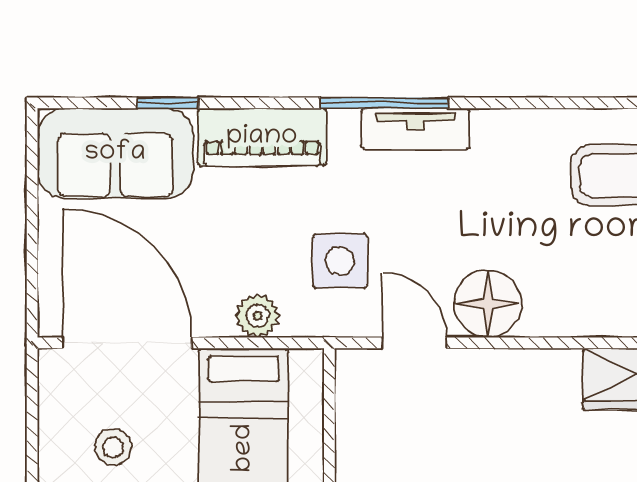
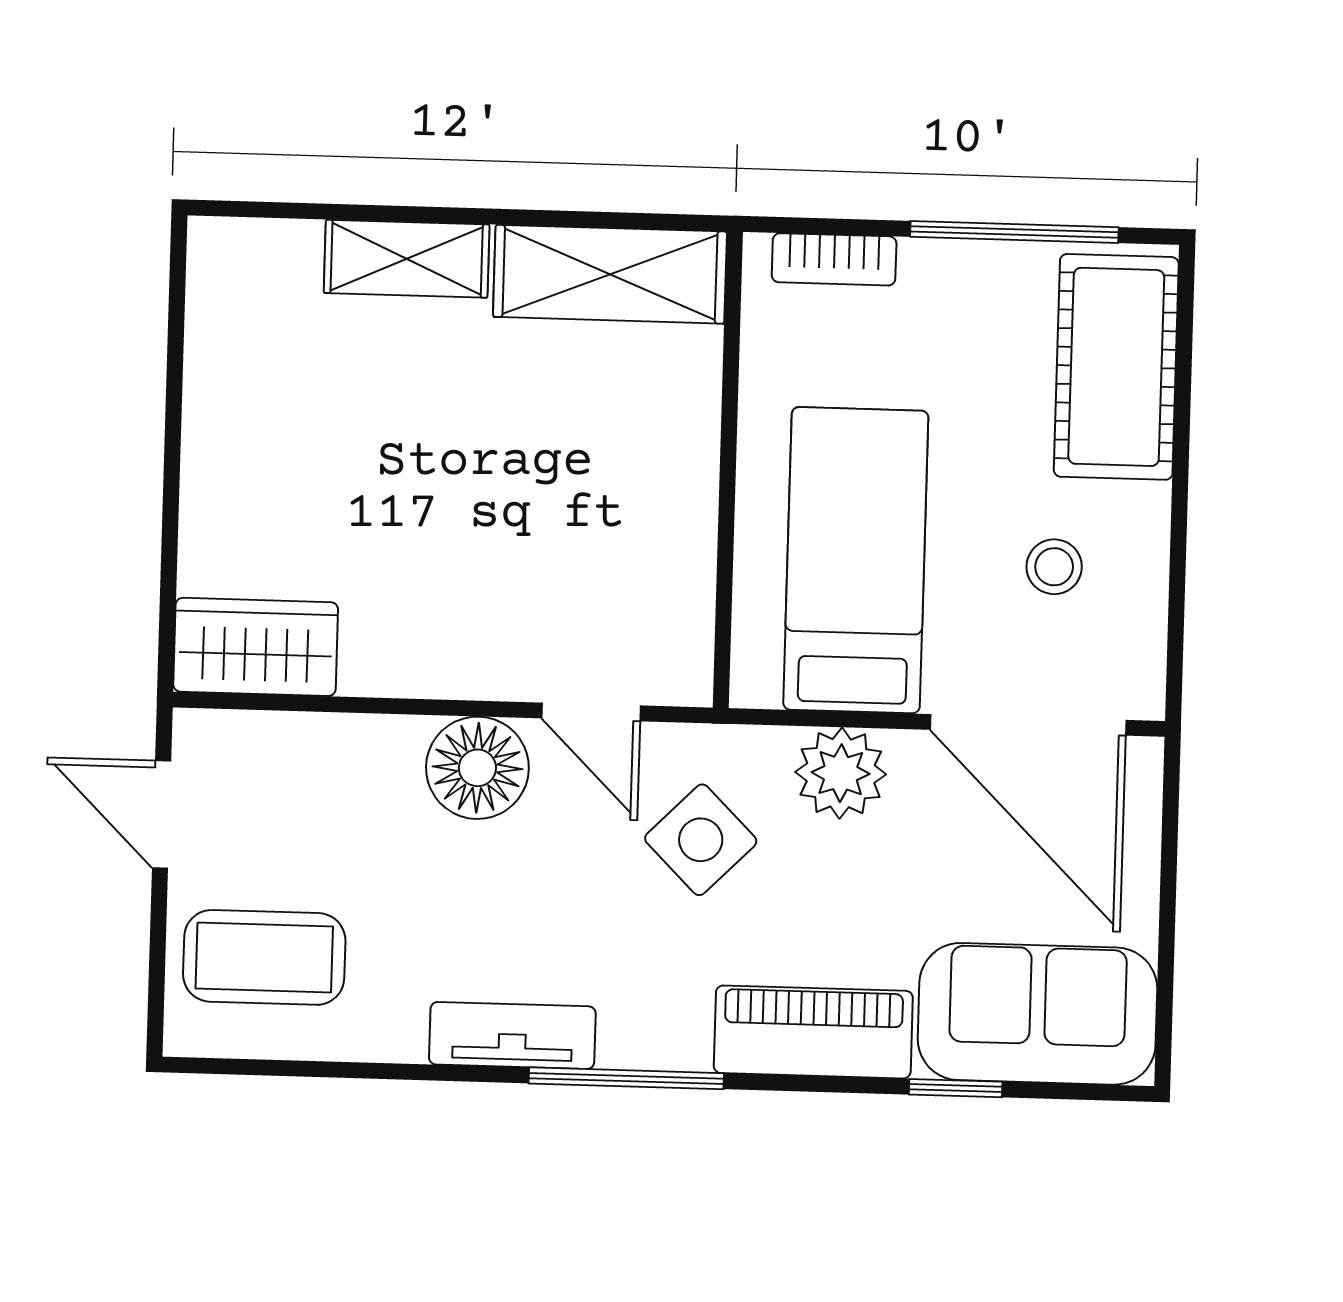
tv unit: (416, 129) -> (512, 1035), moved
side table: (340, 261) -> (701, 840), turned 45
plant: (258, 316) -> (841, 773), width x1.38, depth x1.38

